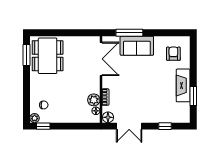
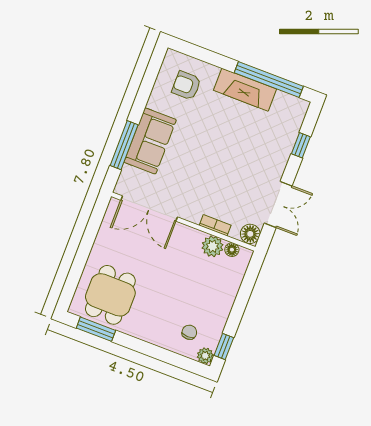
dining table: (48, 56) -> (110, 295), width x0.73
double door: (101, 59) -> (149, 209), swing flipped
window: (193, 96) -> (269, 80), width x2.11

